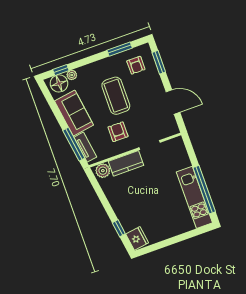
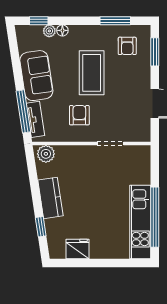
floor lamp: (59, 83) -> (62, 30), moved, width x0.53, depth x0.53
kitchen counter: (126, 163) -> (50, 198), moved, turned -99
fridge: (137, 238) -> (78, 249), moved, turned -81

